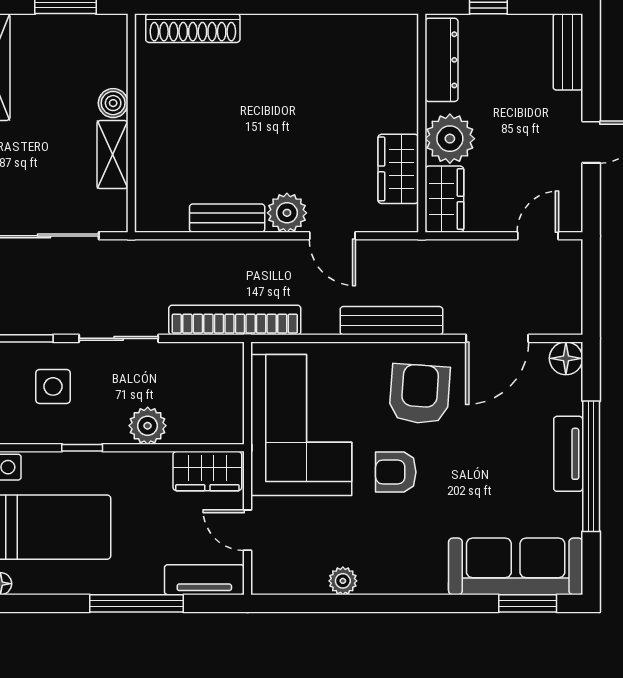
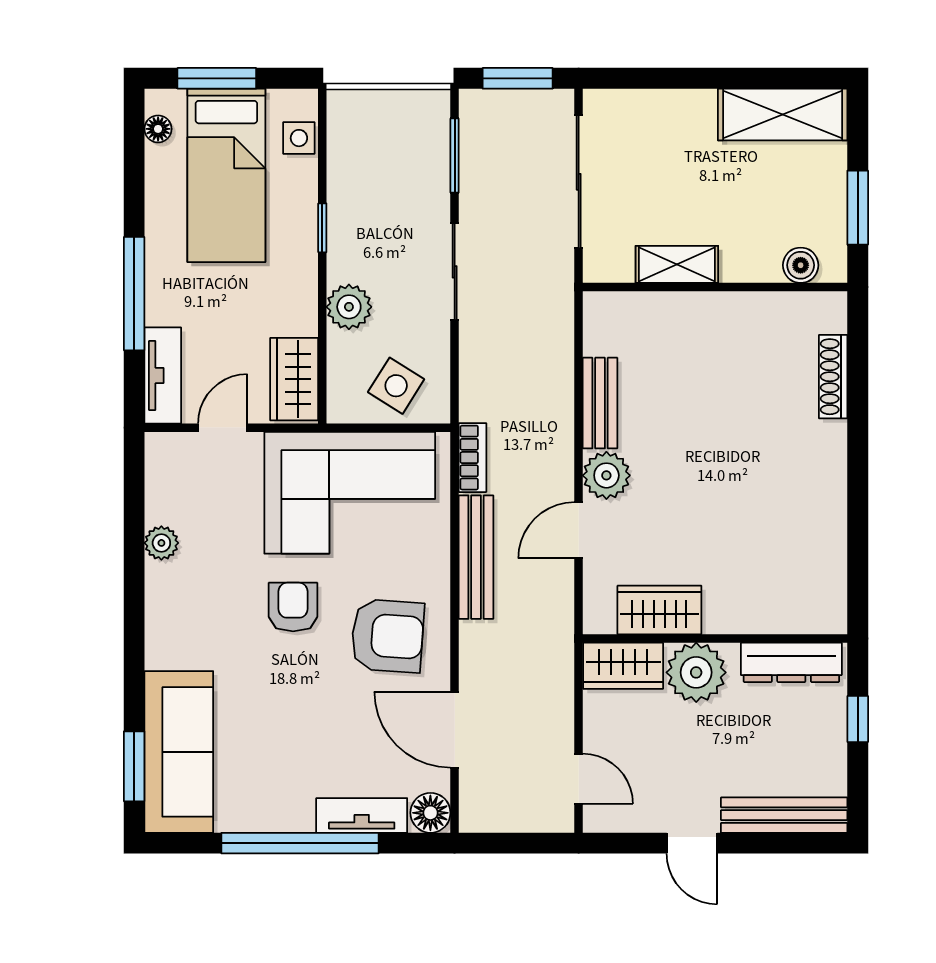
shoe rack: (193, 28) -> (833, 377), width x0.74, depth x0.81
bench: (568, 52) -> (784, 815), width x1.36
boiler: (113, 103) -> (801, 265), moved
bookcase: (235, 320) -> (472, 458), width x0.43, depth x0.76
bench: (391, 321) -> (476, 557), moved
side table: (53, 386) -> (396, 386), moved, turned 32
tv unit: (568, 454) -> (362, 815), moved

